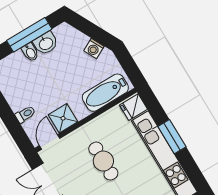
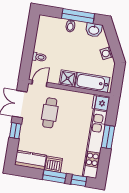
washbasin: (46, 43) -> (94, 30), moved
shower: (63, 118) -> (68, 78), moved
cafe table: (103, 161) -> (50, 113), moved

